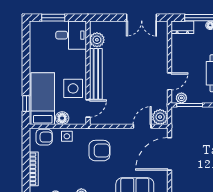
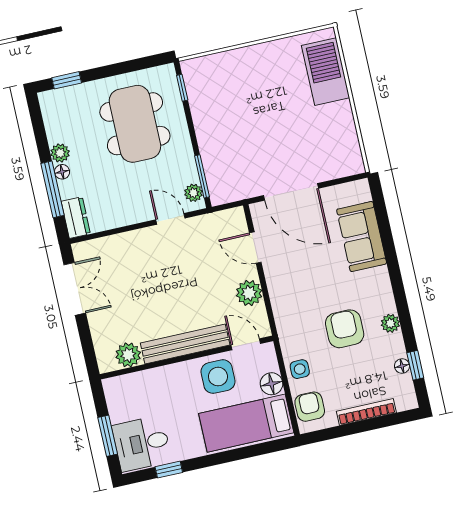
desk: (71, 35) -> (142, 443), moved, turned -90
window: (26, 104) -> (169, 470), moved
plant: (160, 117) -> (249, 293), moved
armchair: (99, 151) -> (345, 329), moved

